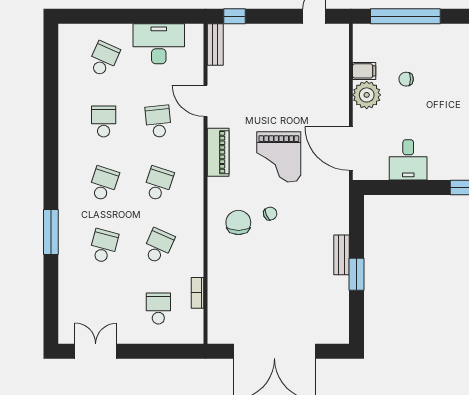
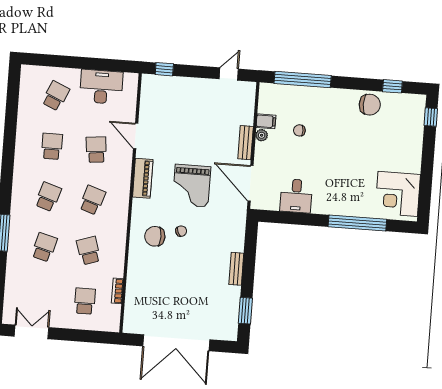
bench: (215, 44) -> (246, 143), moved
plant: (367, 95) -> (262, 135), width x0.53, depth x0.53
chair: (238, 222) -> (155, 236), turned -90
school desk: (158, 246) -> (89, 251), turned -42
window: (356, 274) -> (245, 311), moved

